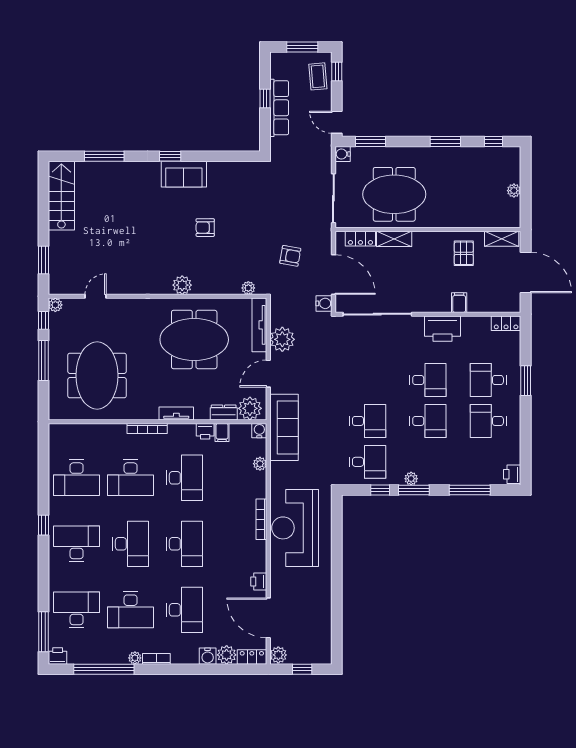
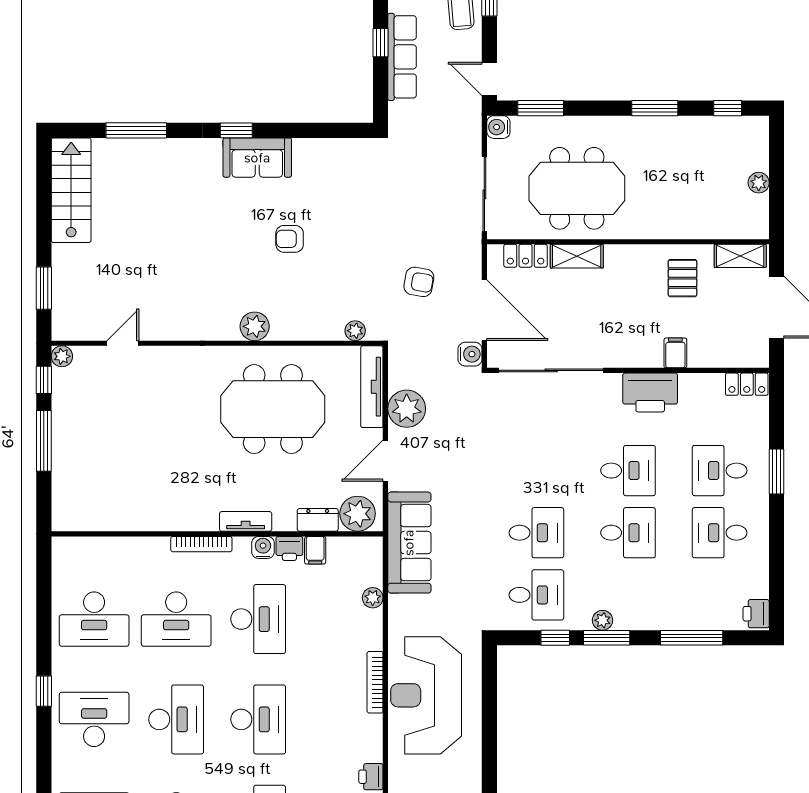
meeting table: (97, 375) -> (125, 464), removed
water cooler: (259, 431) -> (263, 547), moved

